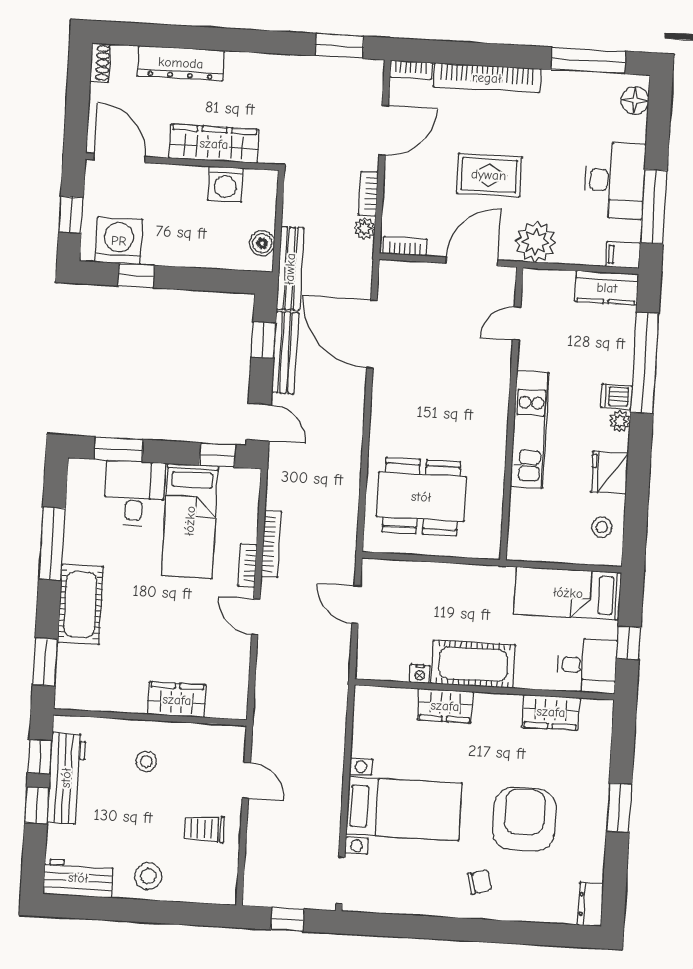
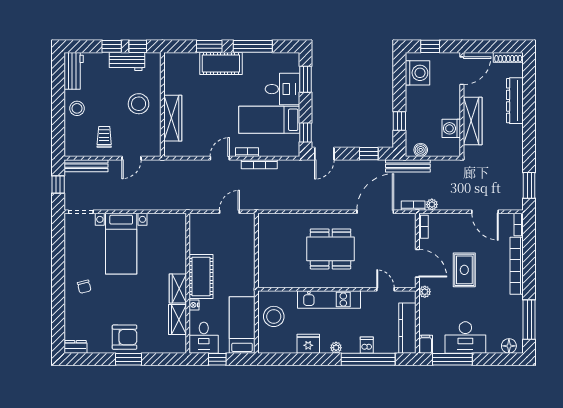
shoe rack: (100, 63) -> (508, 57), width x1.43
bookcase: (368, 194) -> (413, 206), moved
plant: (536, 242) -> (425, 292), width x0.53, depth x0.53
window: (136, 276) -> (399, 121), moved
kitchen counter: (607, 288) -> (407, 328), width x1.50
bench: (285, 353) -> (86, 166), moved
dishwasher: (616, 396) -> (367, 345), moved
dining table: (421, 497) -> (331, 249), moved, turned 90
stool: (602, 527) -> (274, 316), moved, width x1.89, depth x1.89
window: (45, 662) -> (209, 46), moved
nightstand: (420, 674) -> (194, 305), moved
wardrobe: (177, 700) -> (173, 118), width x1.50
wardrobe: (445, 706) -> (178, 289), moved
stool: (146, 761) -> (139, 104), width x1.89, depth x1.89
workbench: (66, 778) -> (127, 61), width x0.73
armchair: (524, 819) -> (124, 337), moved, width x0.73, depth x0.73

